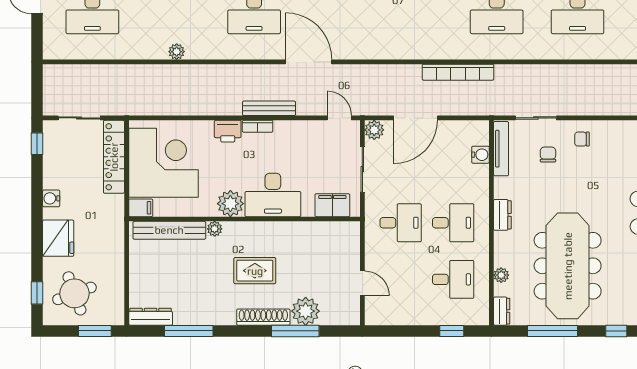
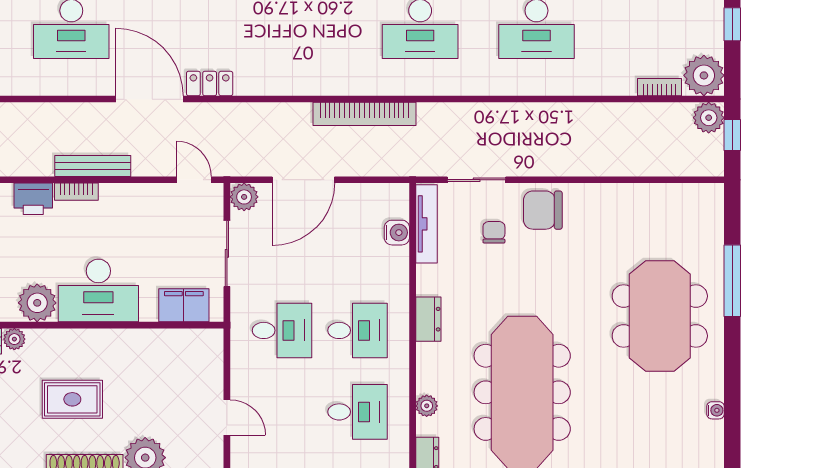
locker: (350, 51) -> (210, 83), added
chair: (582, 139) -> (543, 210), width x1.87, depth x1.87

